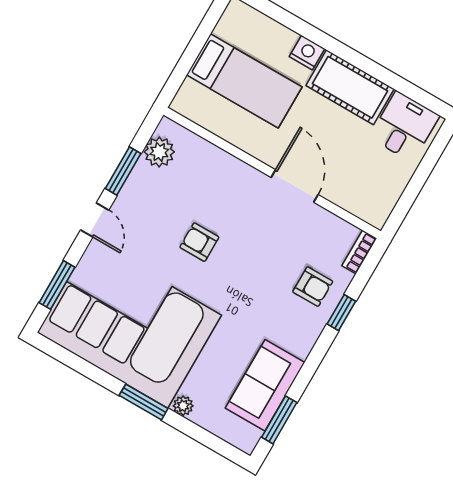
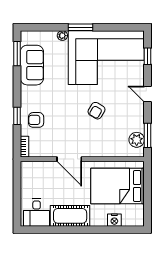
nightstand: (307, 53) -> (114, 220), moved
bed: (244, 81) -> (118, 186), width x1.50
window: (123, 171) -> (148, 135), moved
armchair: (199, 242) -> (97, 111), turned 121
window: (57, 285) -> (148, 56), width x0.67

